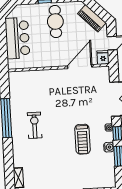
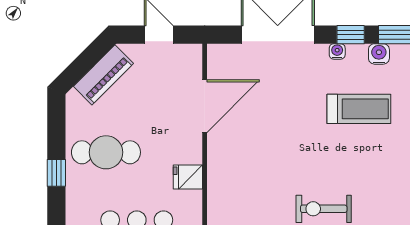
fridge: (103, 57) -> (188, 177), moved
door: (80, 67) -> (205, 106), swing flipped

